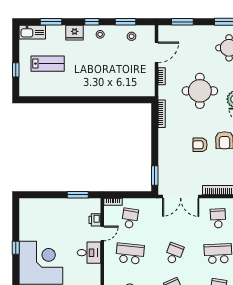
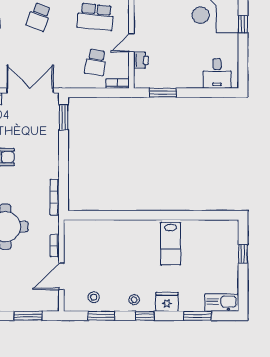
lab bench: (48, 64) -> (170, 244), moved, turned -90
desk: (89, 253) -> (217, 73), moved, turned -90

